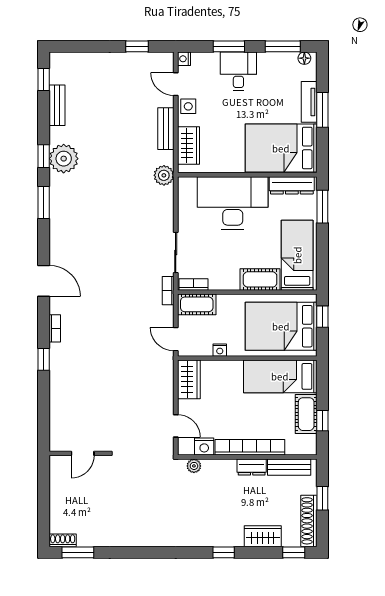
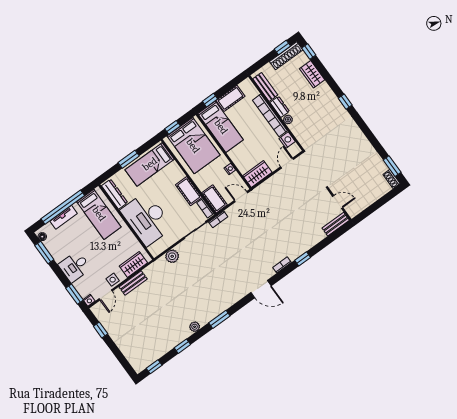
window: (229, 46) -> (75, 294), moved
bench: (57, 105) -> (336, 224), moved
window: (322, 110) -> (63, 207), width x2.11
bed: (281, 148) -> (99, 214), width x0.67
window: (44, 156) -> (182, 346), moved
plant: (64, 159) -> (195, 327), width x0.53, depth x0.53
plant: (164, 175) -> (172, 256), moved
window: (322, 207) -> (129, 159), moved
cot: (260, 279) -> (189, 191), moved
door: (44, 281) -> (261, 289), swing flipped
door: (176, 339) -> (241, 197), swing flipped
window: (322, 421) -> (210, 100), moved
plant: (194, 466) -> (288, 119), moved
window: (322, 498) -> (282, 48), moved
window: (224, 552) -> (345, 102), moved

